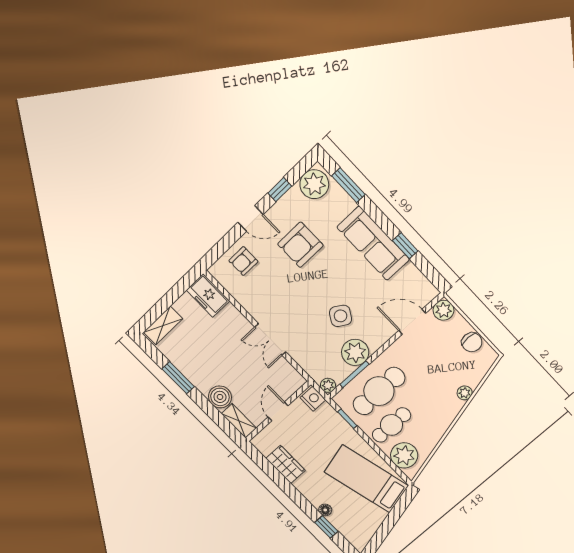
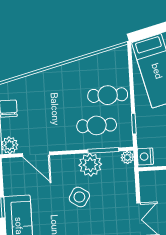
cafe table: (379, 391) -> (97, 125), width x0.73, depth x0.74
plant: (465, 393) -> (41, 78), removed
plant: (404, 455) -> (117, 67), removed

